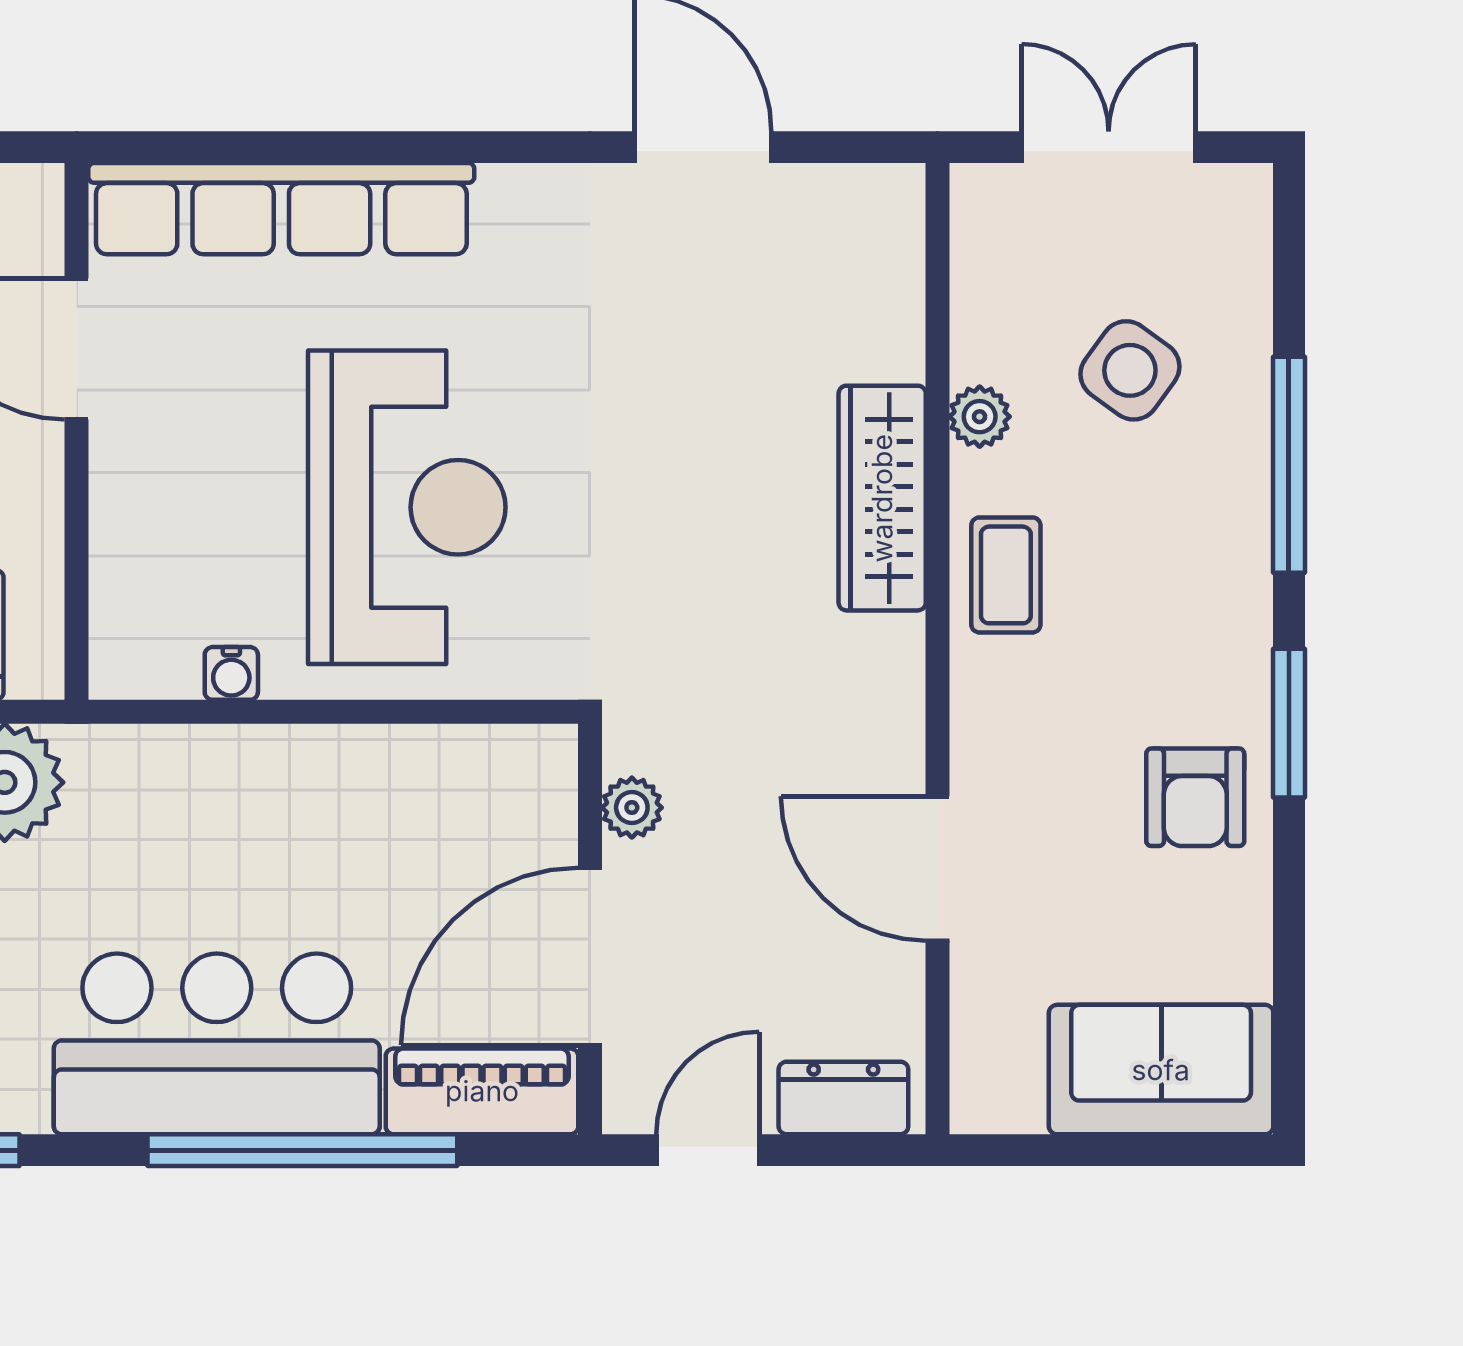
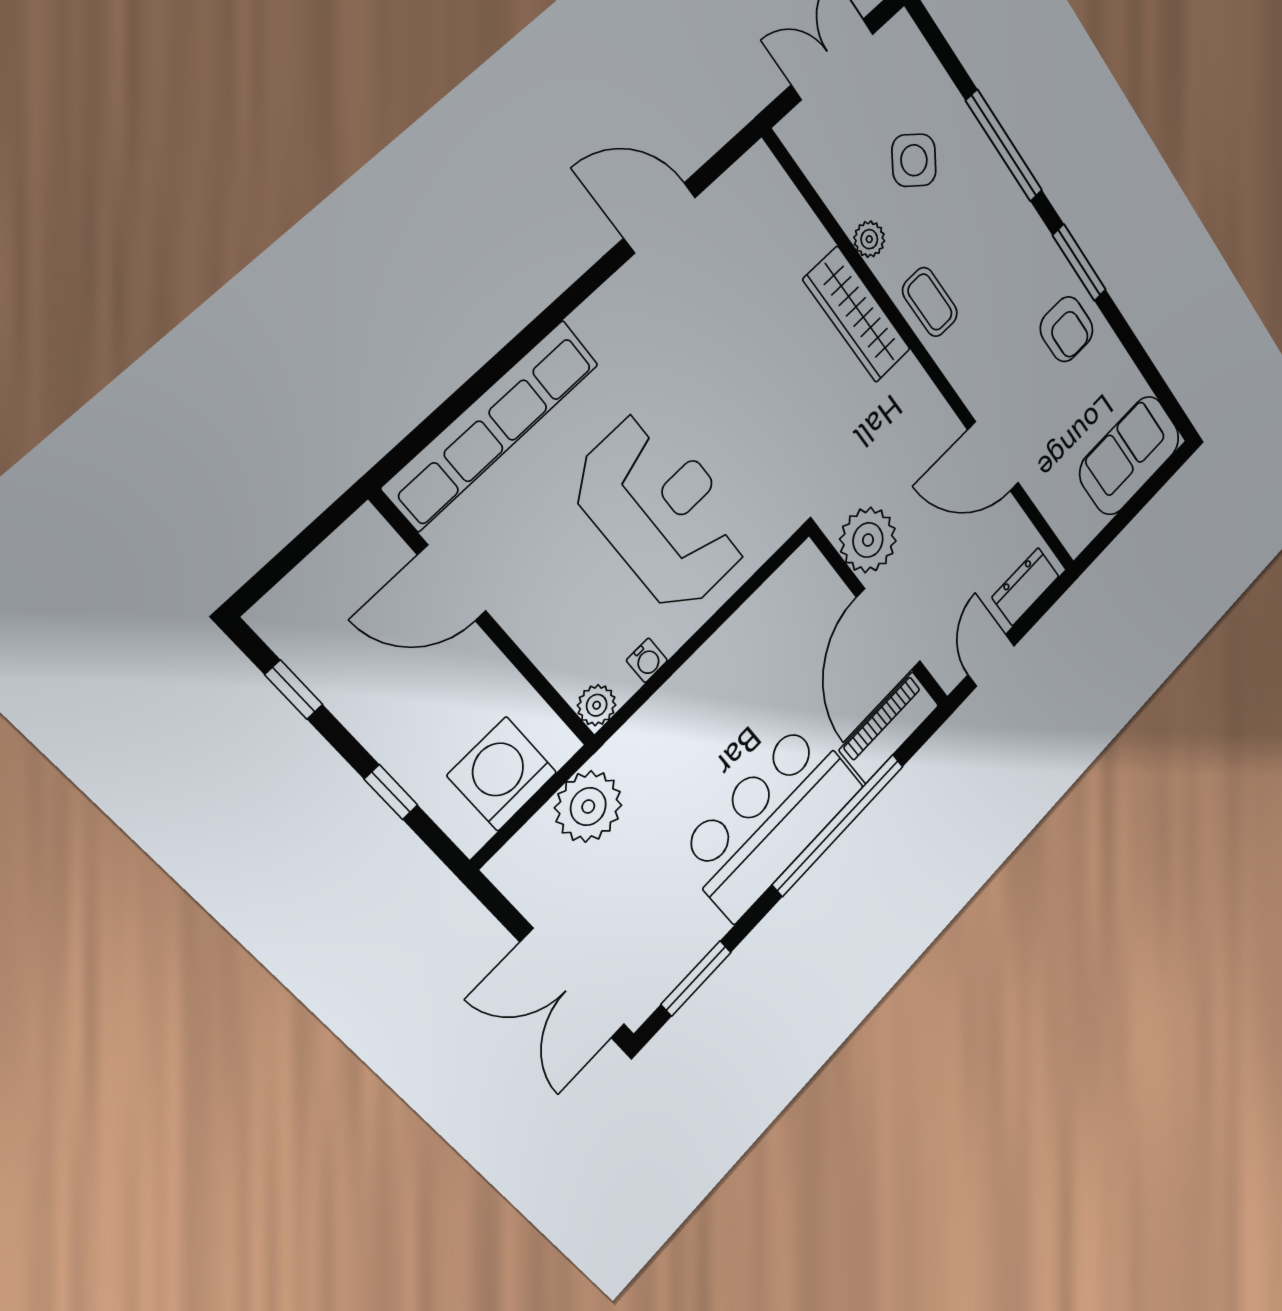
plant: (122, 666) -> (597, 705), added
plant: (632, 808) -> (868, 540), width x1.87, depth x1.87

